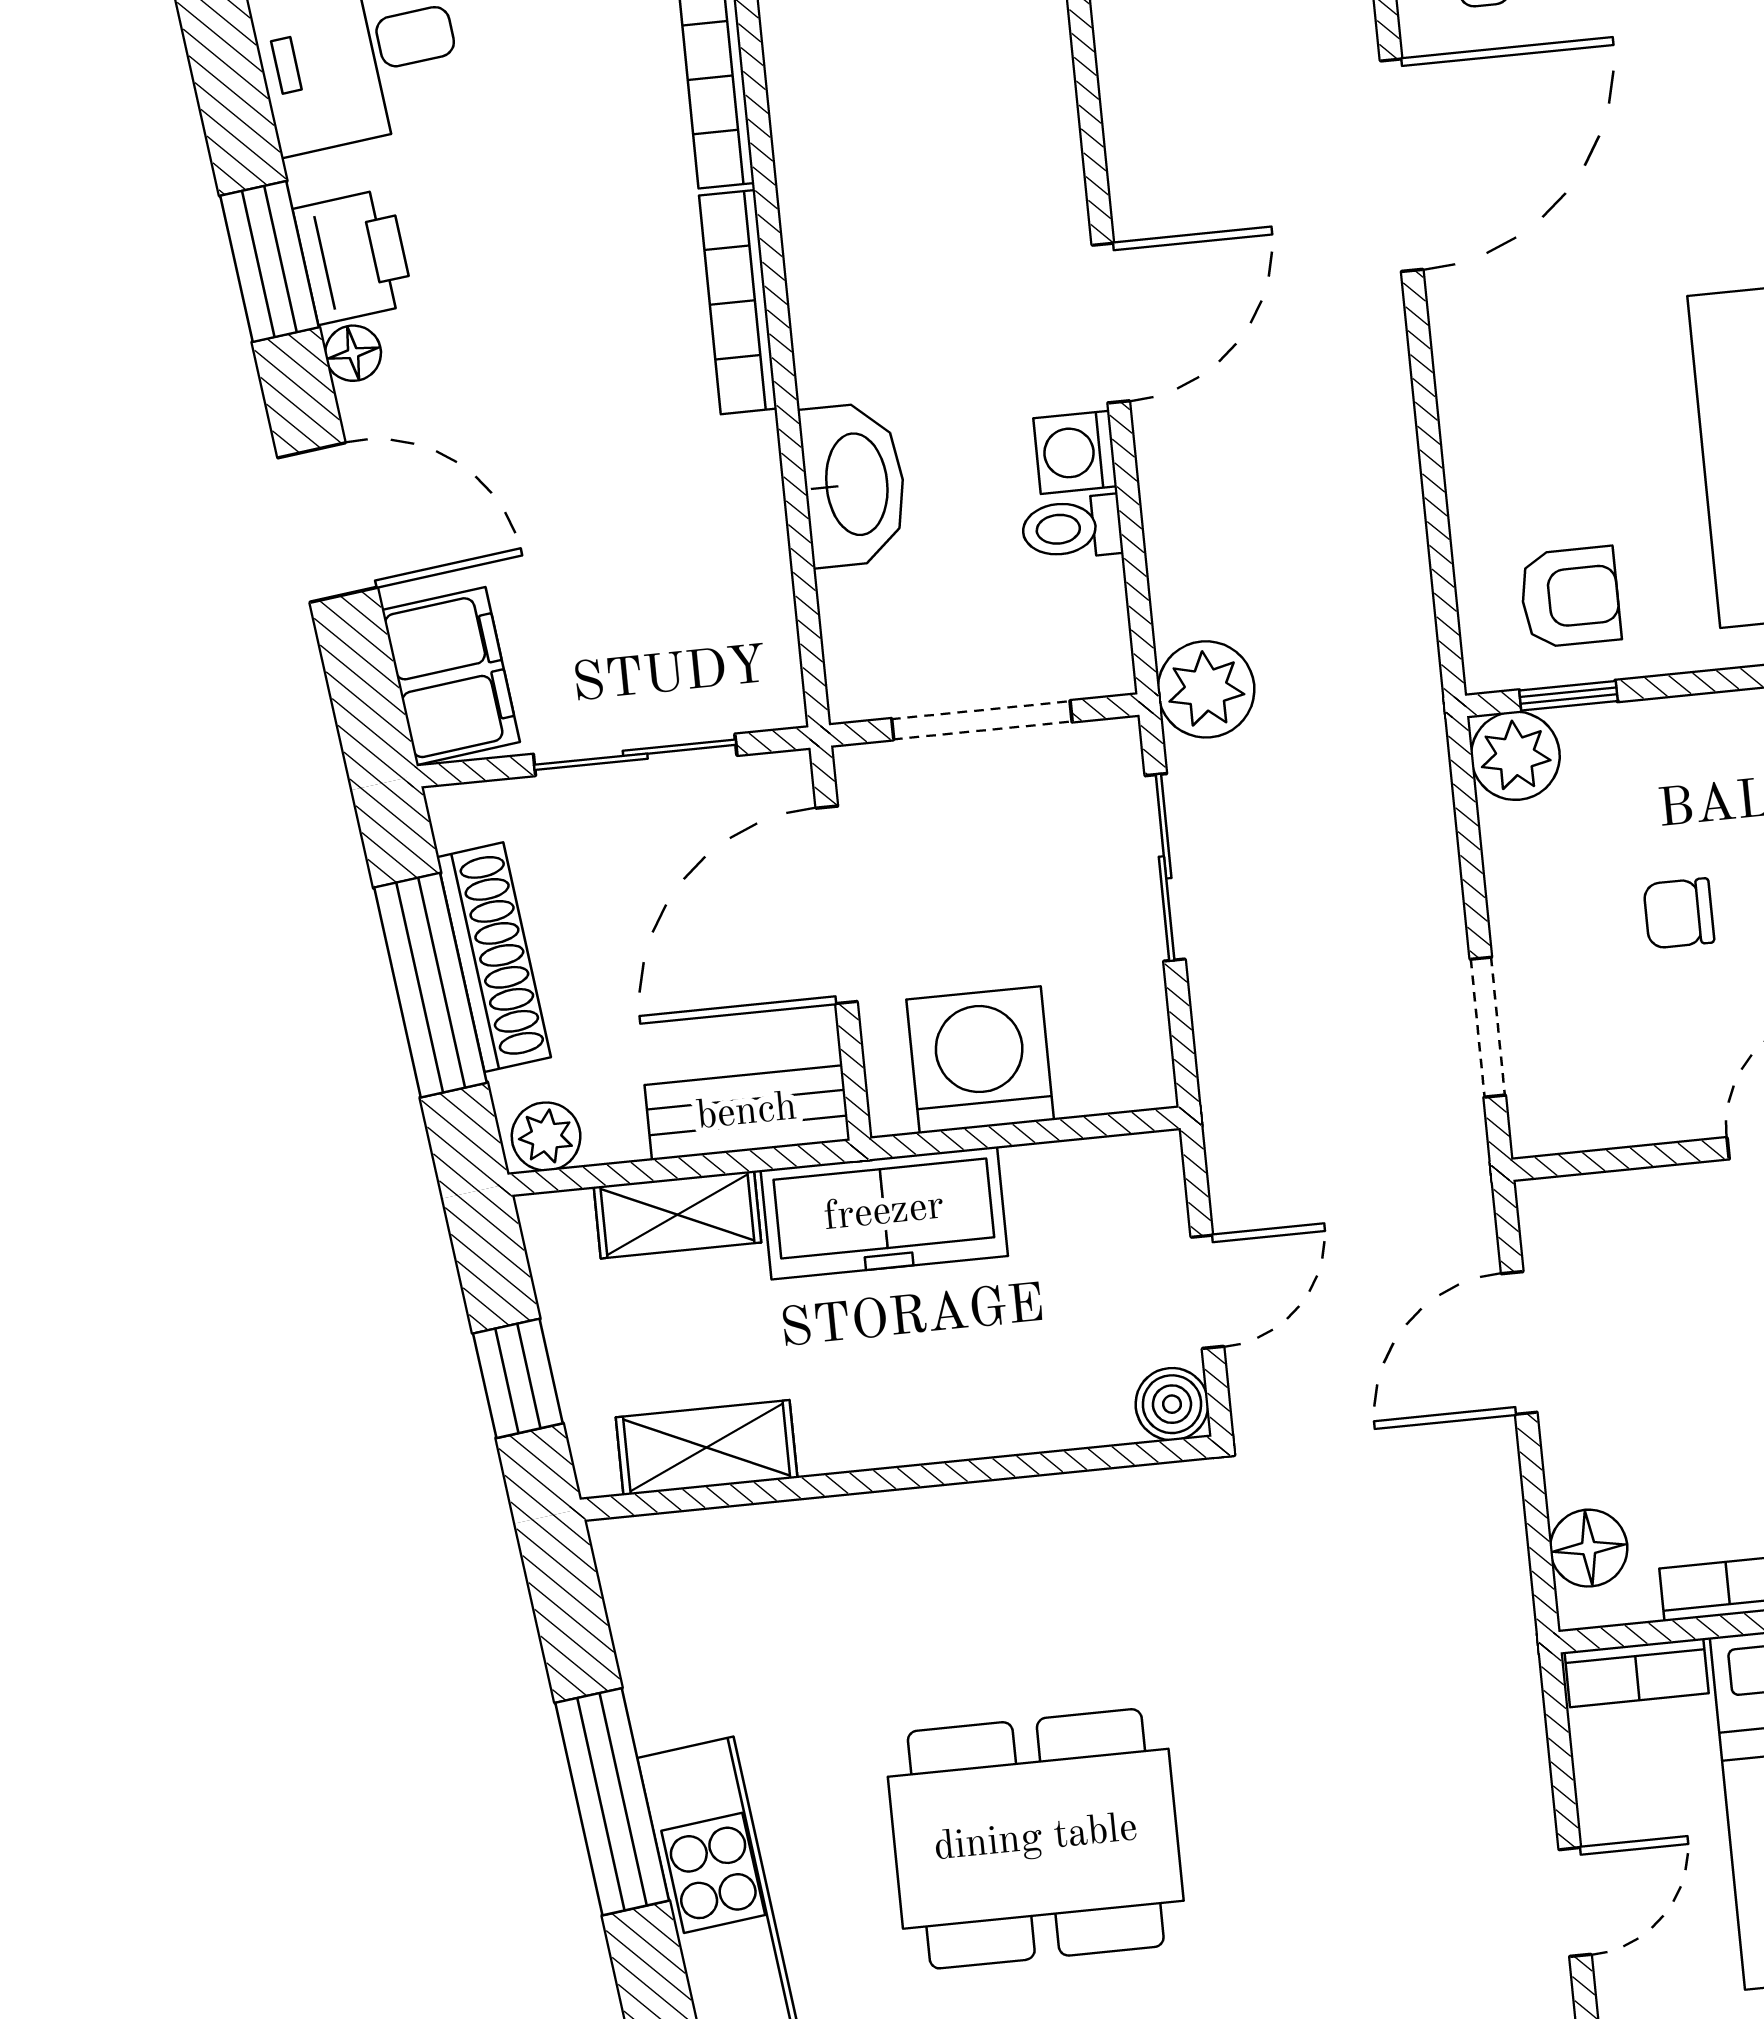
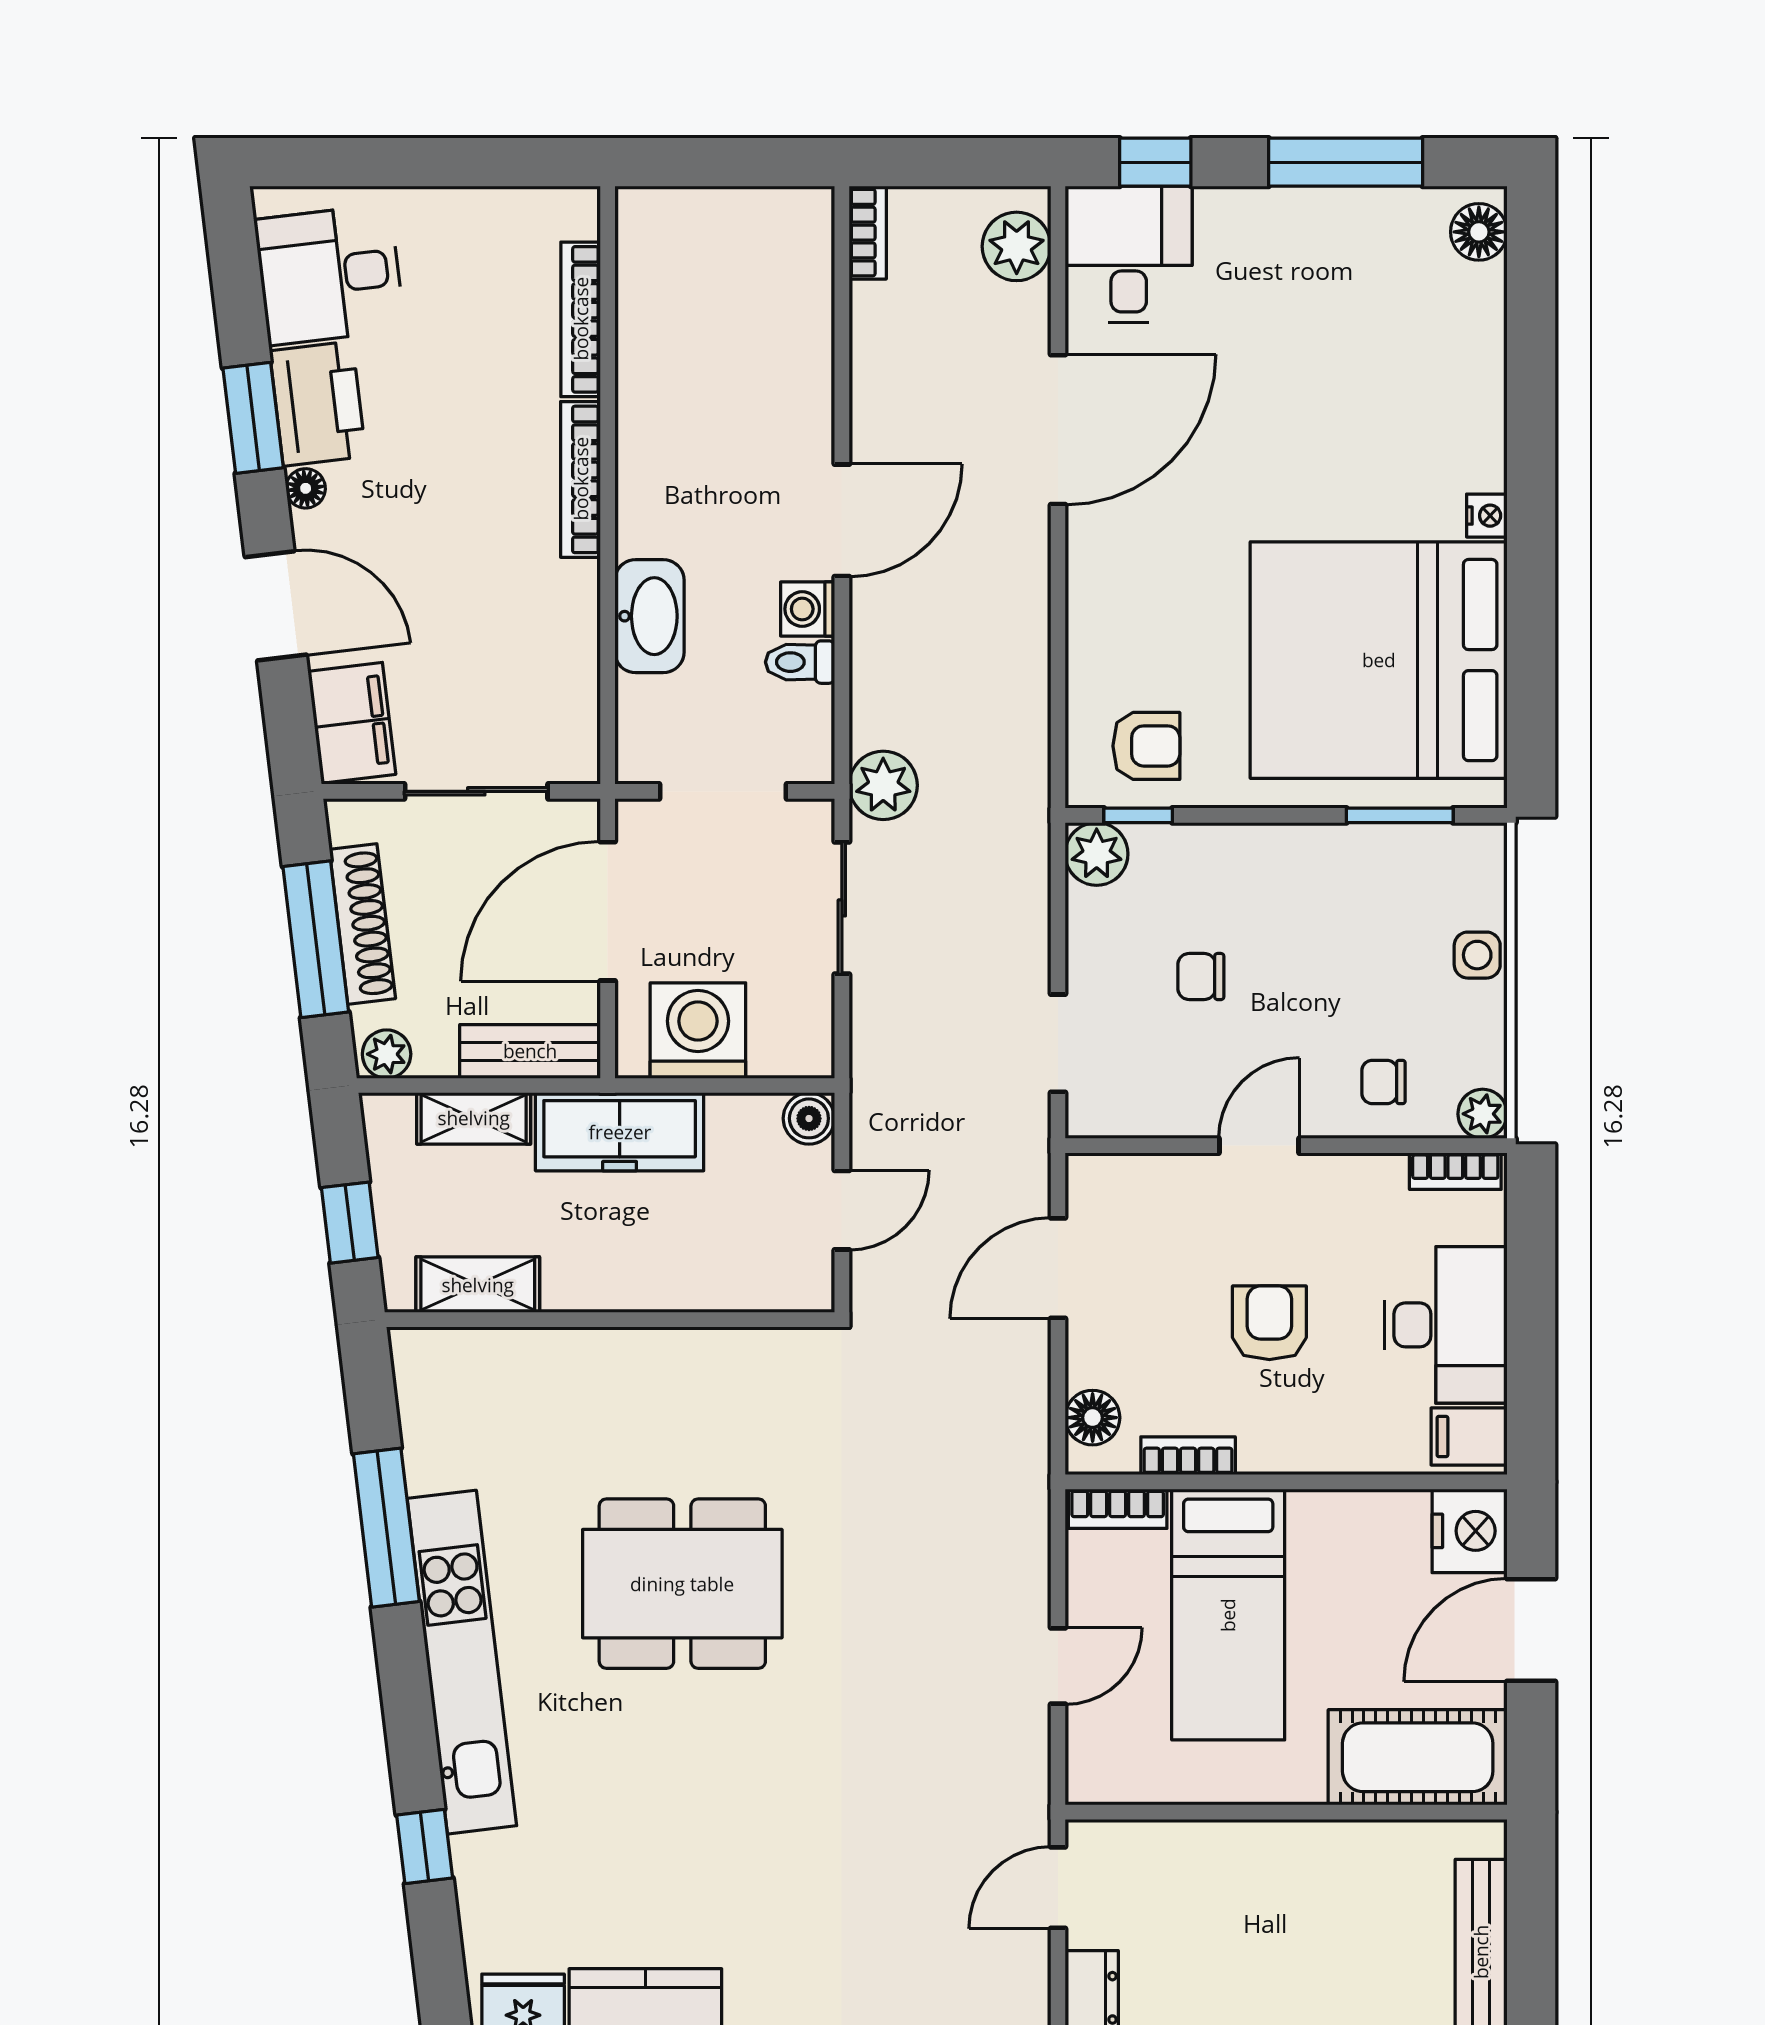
printer: (354, 256) -> (318, 404), width x1.37, depth x1.19
boiler: (1172, 1404) -> (809, 1118), moved

